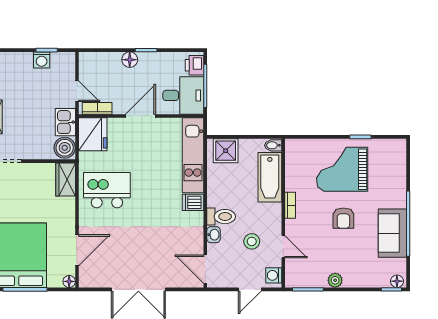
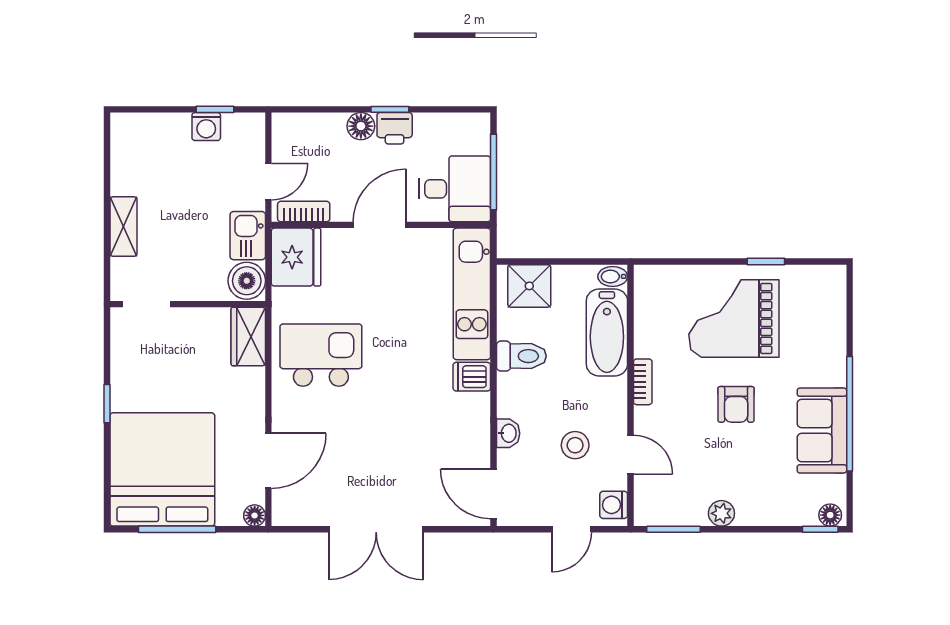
printer: (194, 65) -> (395, 128), moved, turned -90
door: (77, 91) -> (268, 182), hinge flipped
toilet: (221, 217) -> (521, 356), moved

